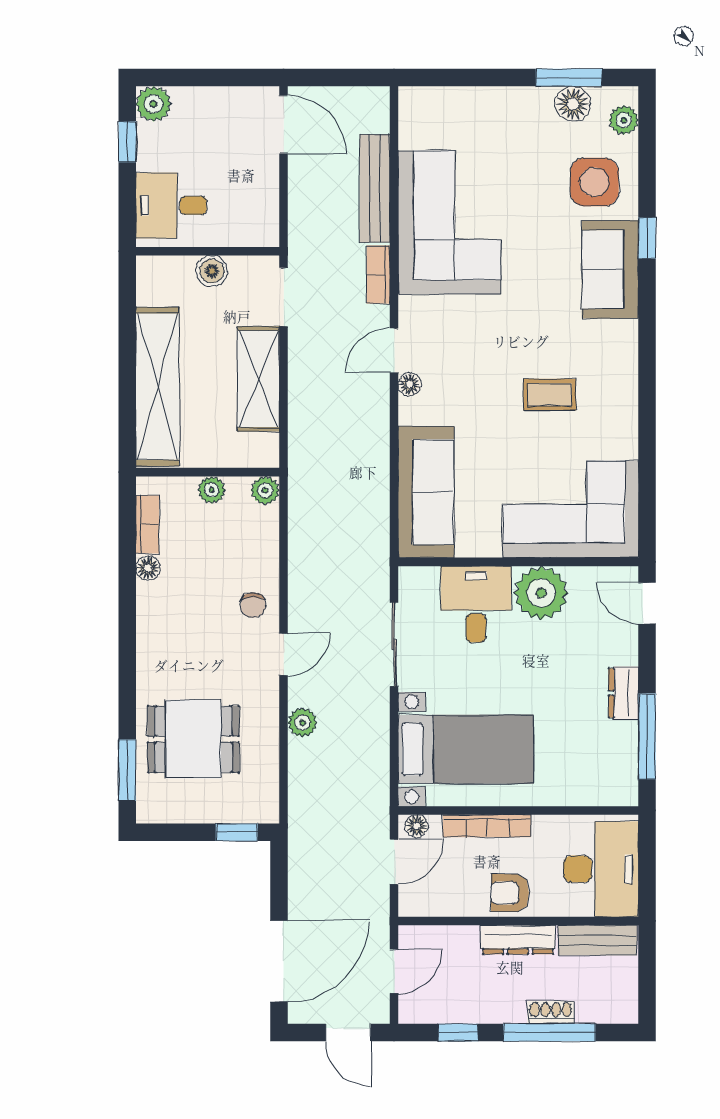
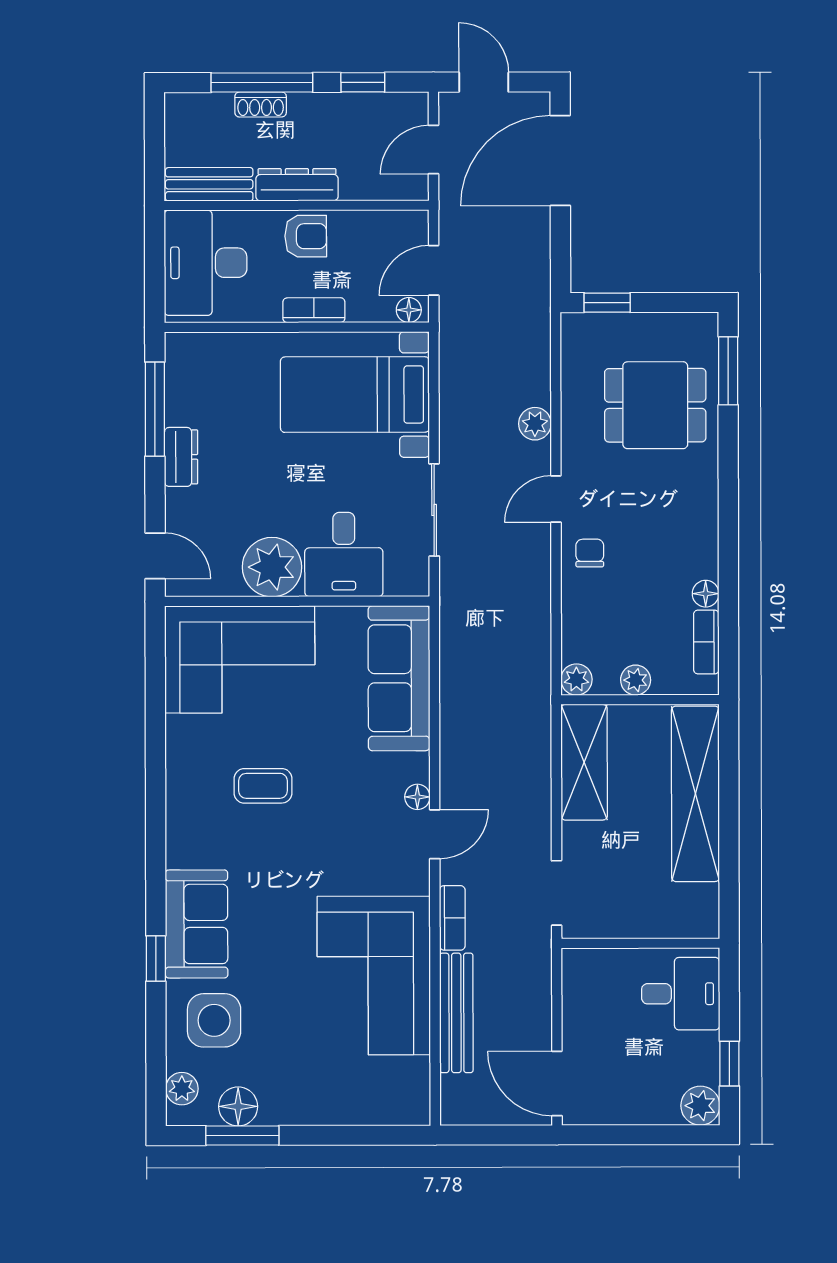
boiler: (212, 271) -> (636, 921), removed
shelving: (258, 379) -> (584, 762), moved
bookcase: (487, 826) -> (314, 310), width x0.64

